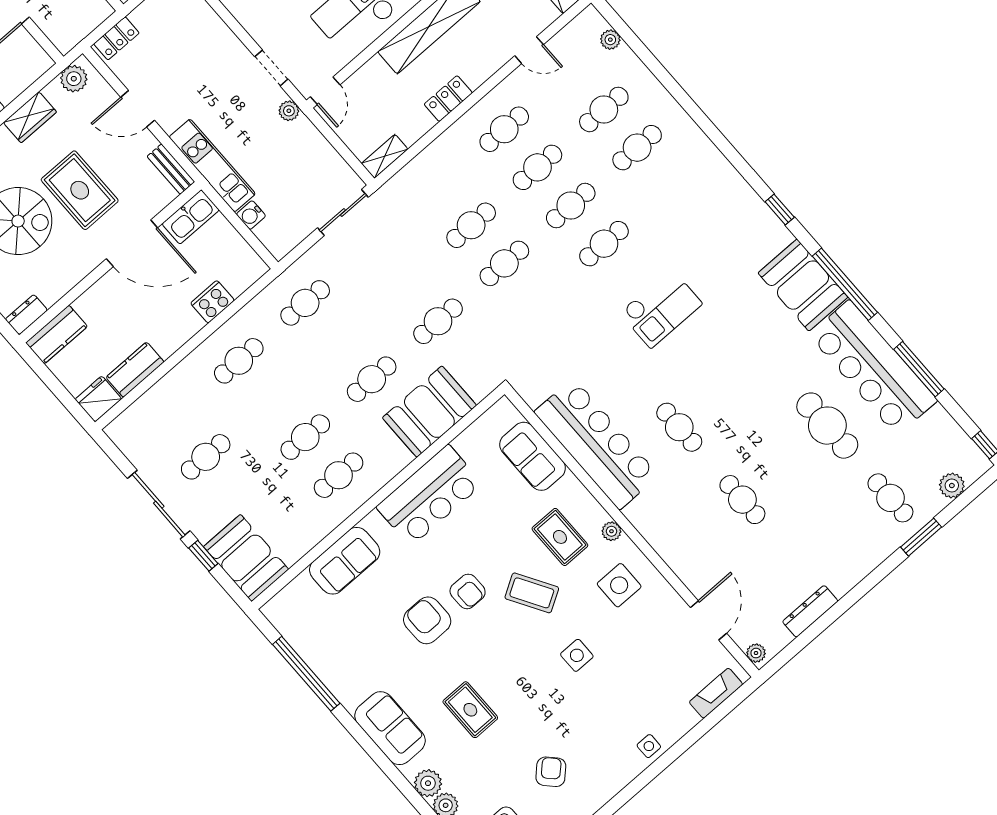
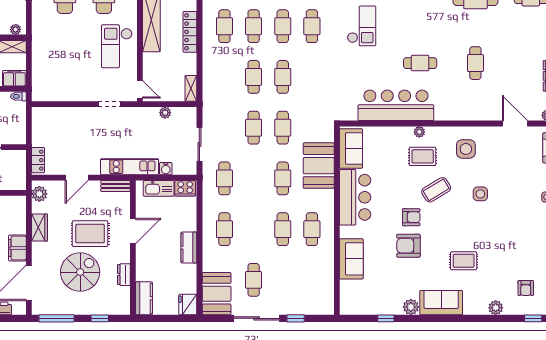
locker: (448, 99) -> (190, 32), width x1.53
plant: (289, 111) -> (165, 113), moved
sliding door: (343, 213) -> (199, 144), moved
kitchen sink: (191, 217) -> (159, 188), moved, turned 90
door: (132, 243) -> (133, 231), width x0.73
cafe table: (405, 283) -> (254, 128), added
cooker: (212, 302) -> (185, 188), moved, turned -90
dresser: (26, 315) -> (124, 275), moved
kitchen counter: (135, 370) -> (189, 248), moved
sofa: (533, 456) -> (351, 148), moved, turned -90
cafe table: (742, 500) -> (475, 63), turned 90
plant: (611, 531) -> (419, 132), moved
booth: (246, 558) -> (217, 294), moved, turned 90
window: (306, 674) -> (386, 318), width x0.32
armchair: (551, 772) -> (521, 249), removed
plant: (428, 783) -> (411, 307), moved

